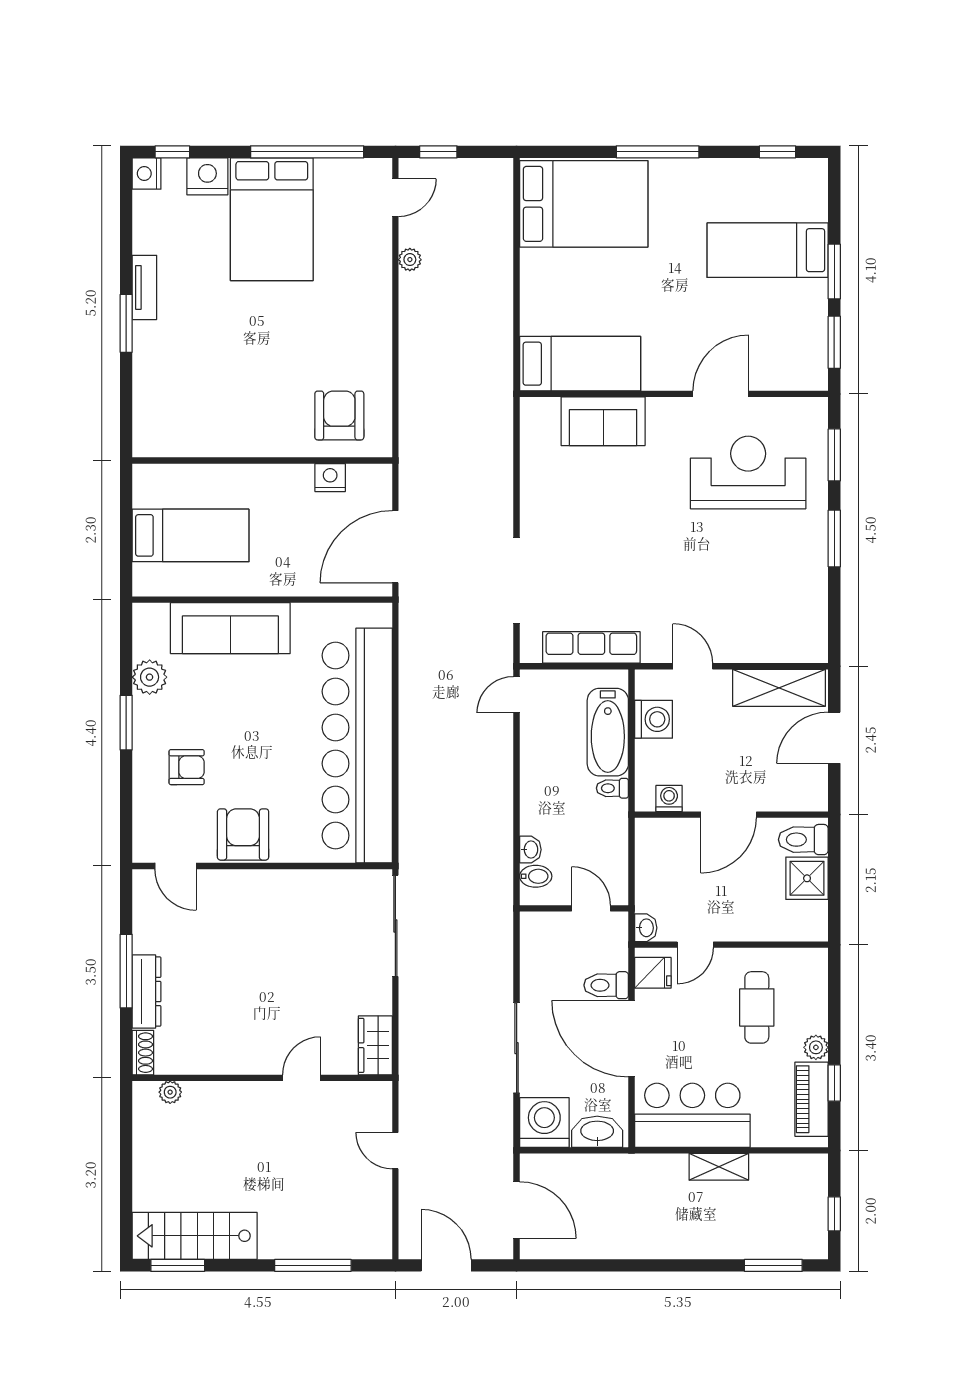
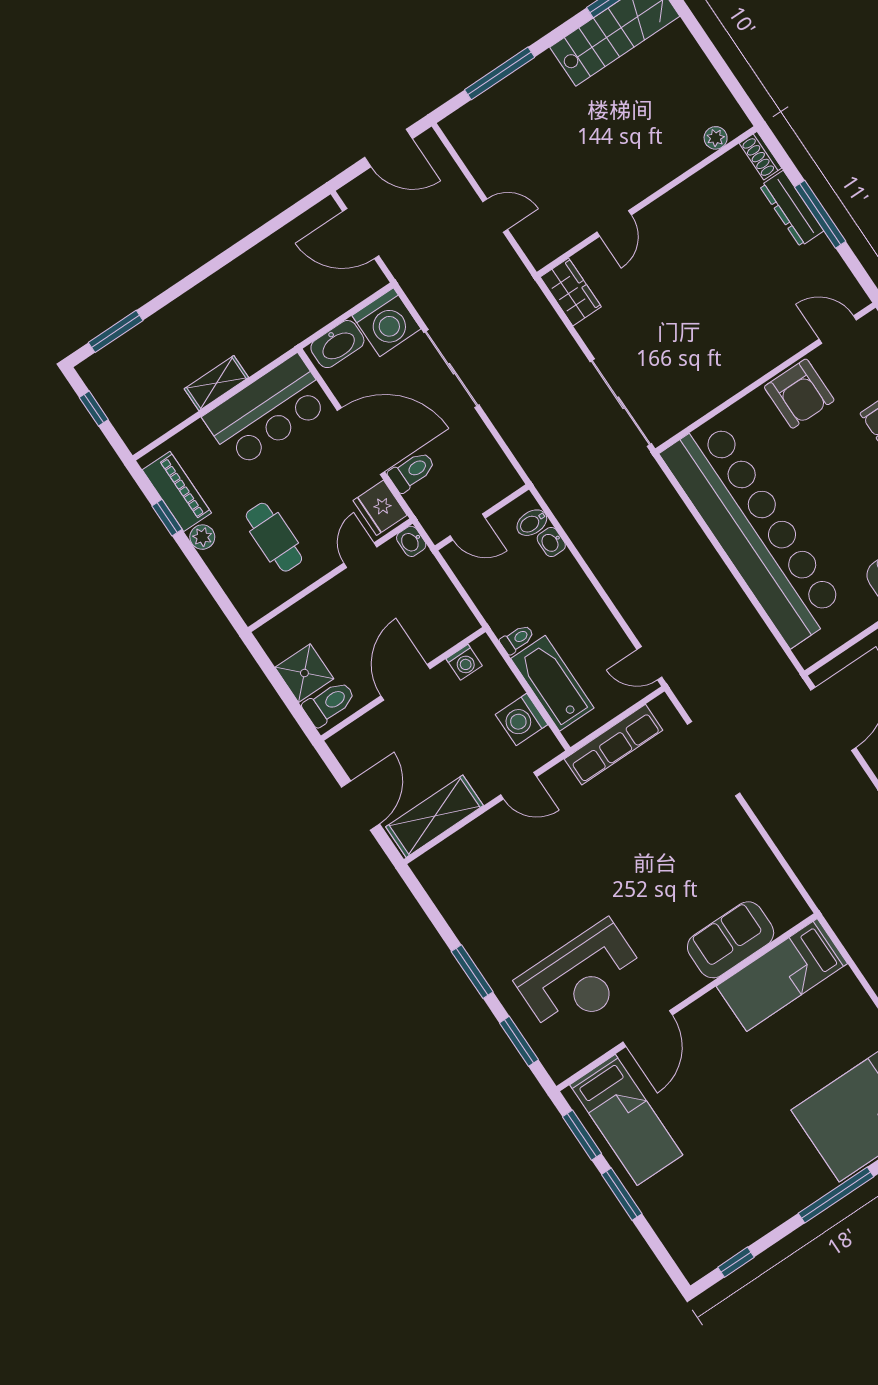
bed: (768, 250) -> (626, 1120), moved, turned 90
door: (517, 695) -> (649, 663), swing flipped
fridge: (653, 973) -> (380, 508), width x1.38

